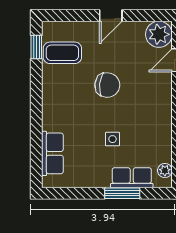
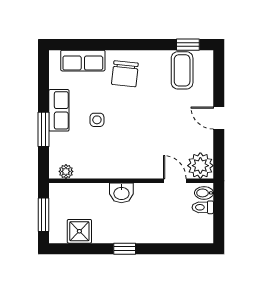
chair: (107, 85) -> (125, 74), moved
row of seats: (132, 178) -> (59, 110), moved

